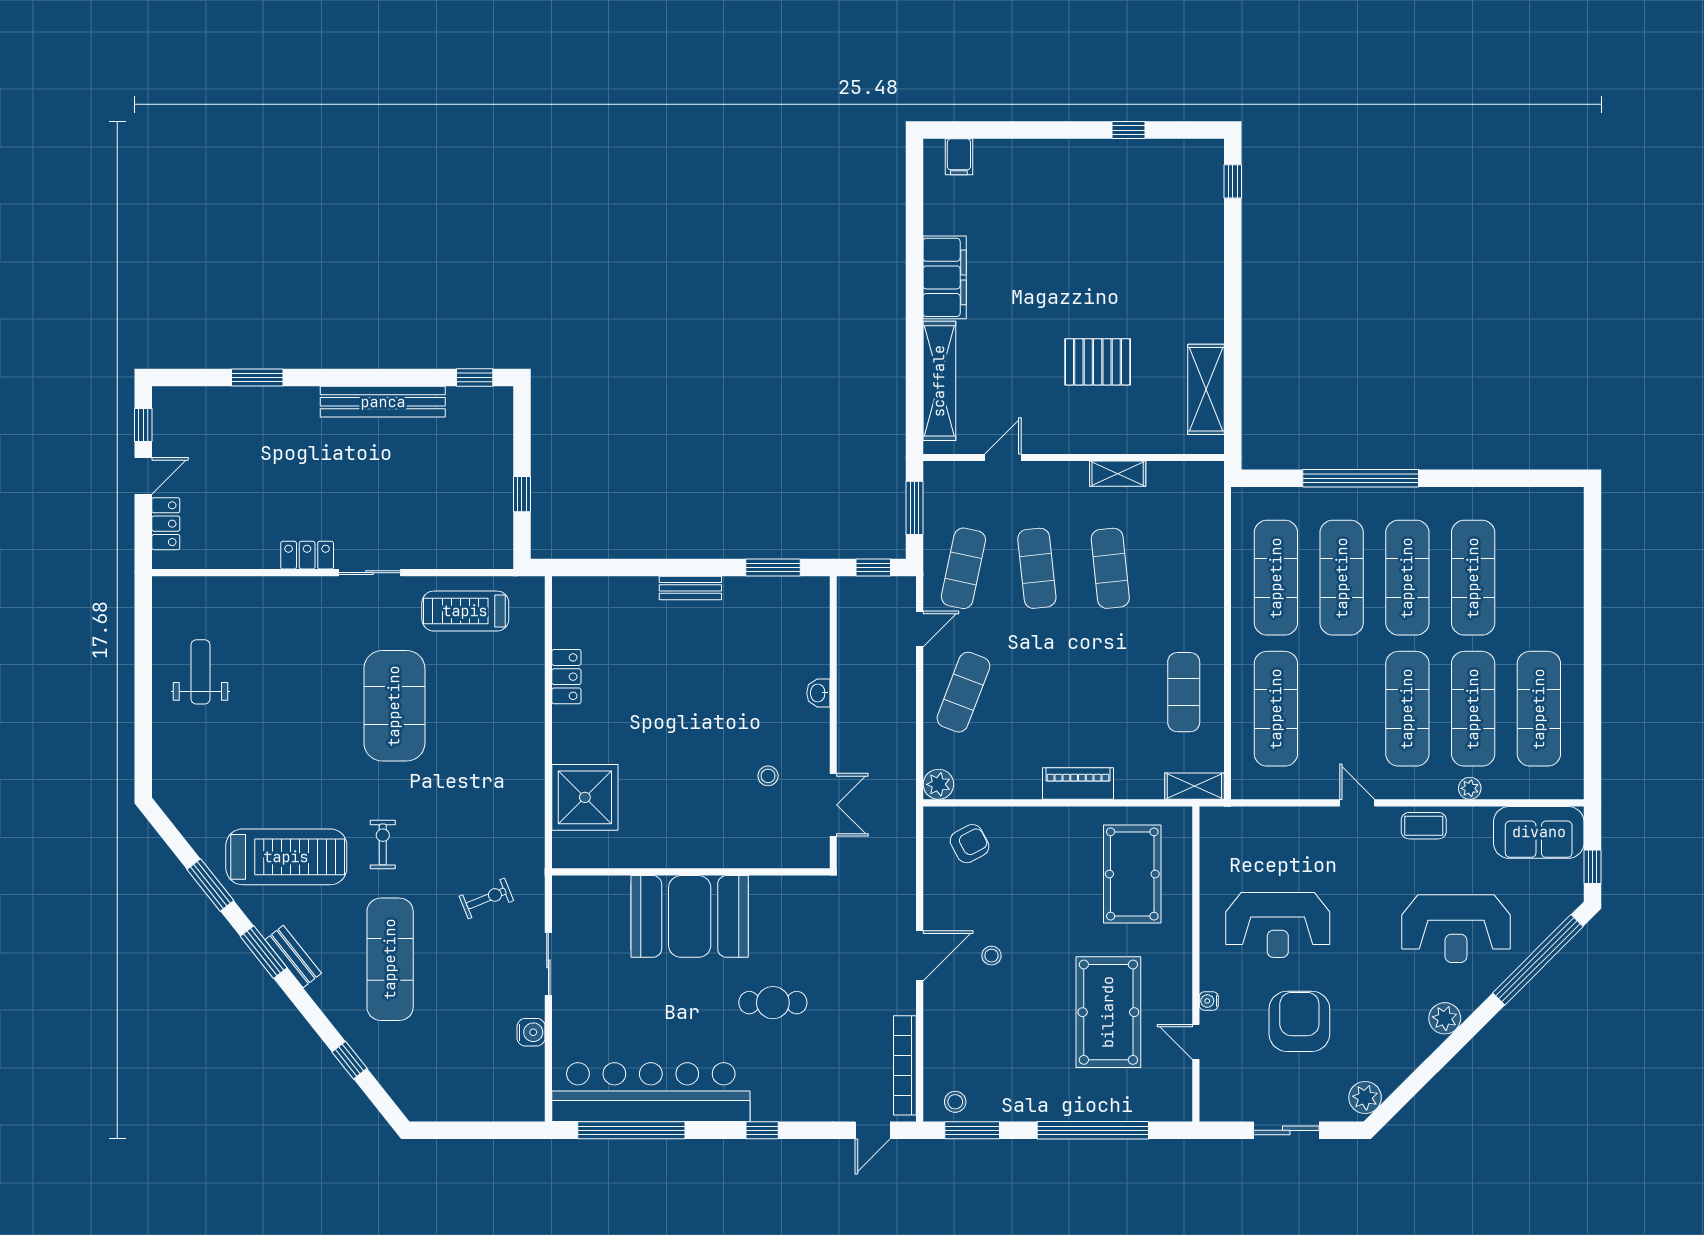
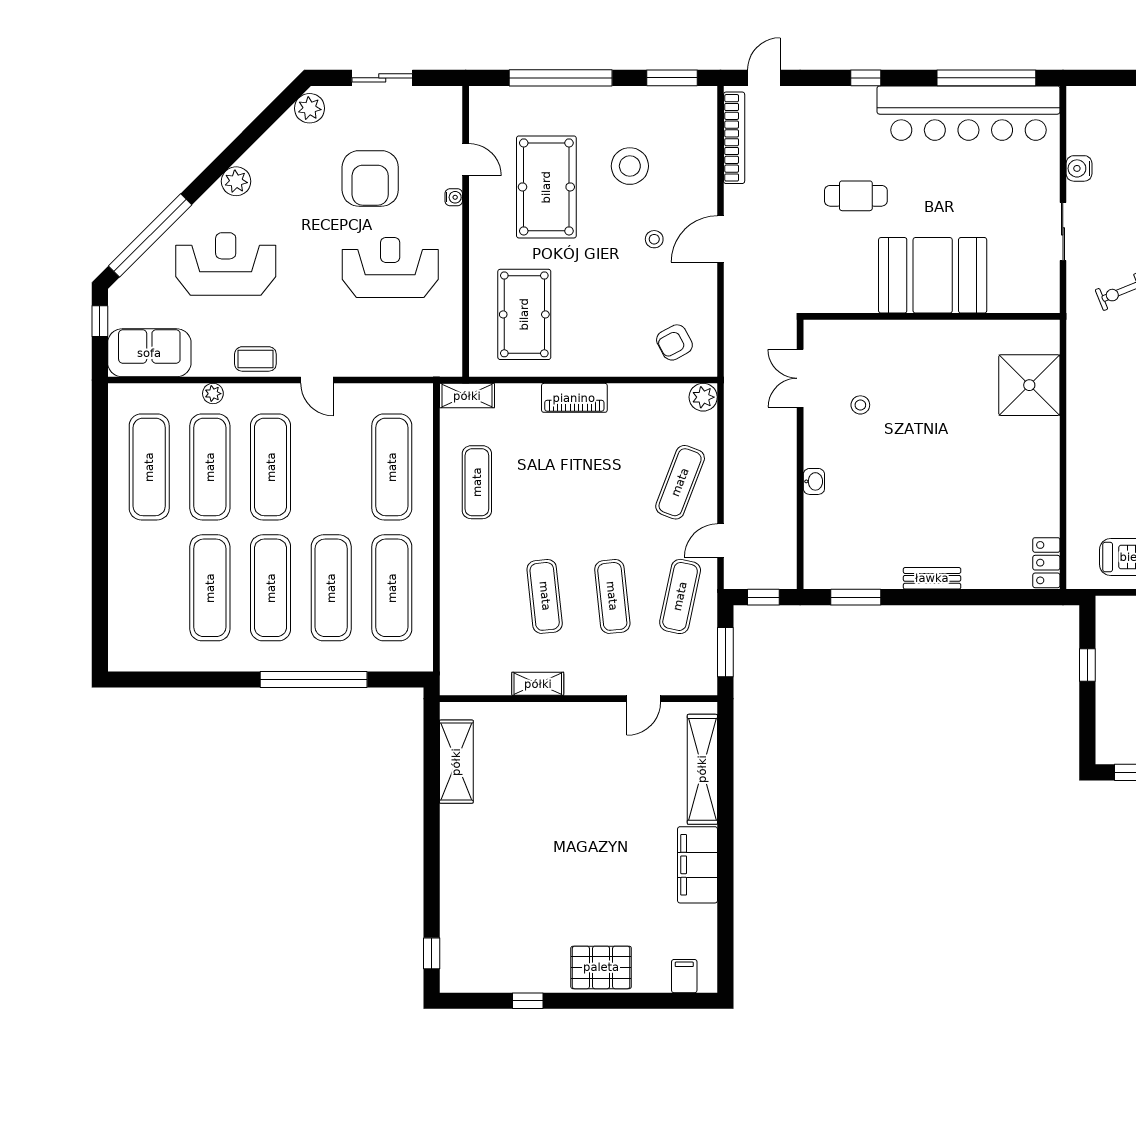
pallet: (1098, 362) -> (601, 967), moved
locker: (566, 677) -> (1046, 563), moved
stool: (955, 1102) -> (630, 166), moved, width x1.89, depth x1.89

